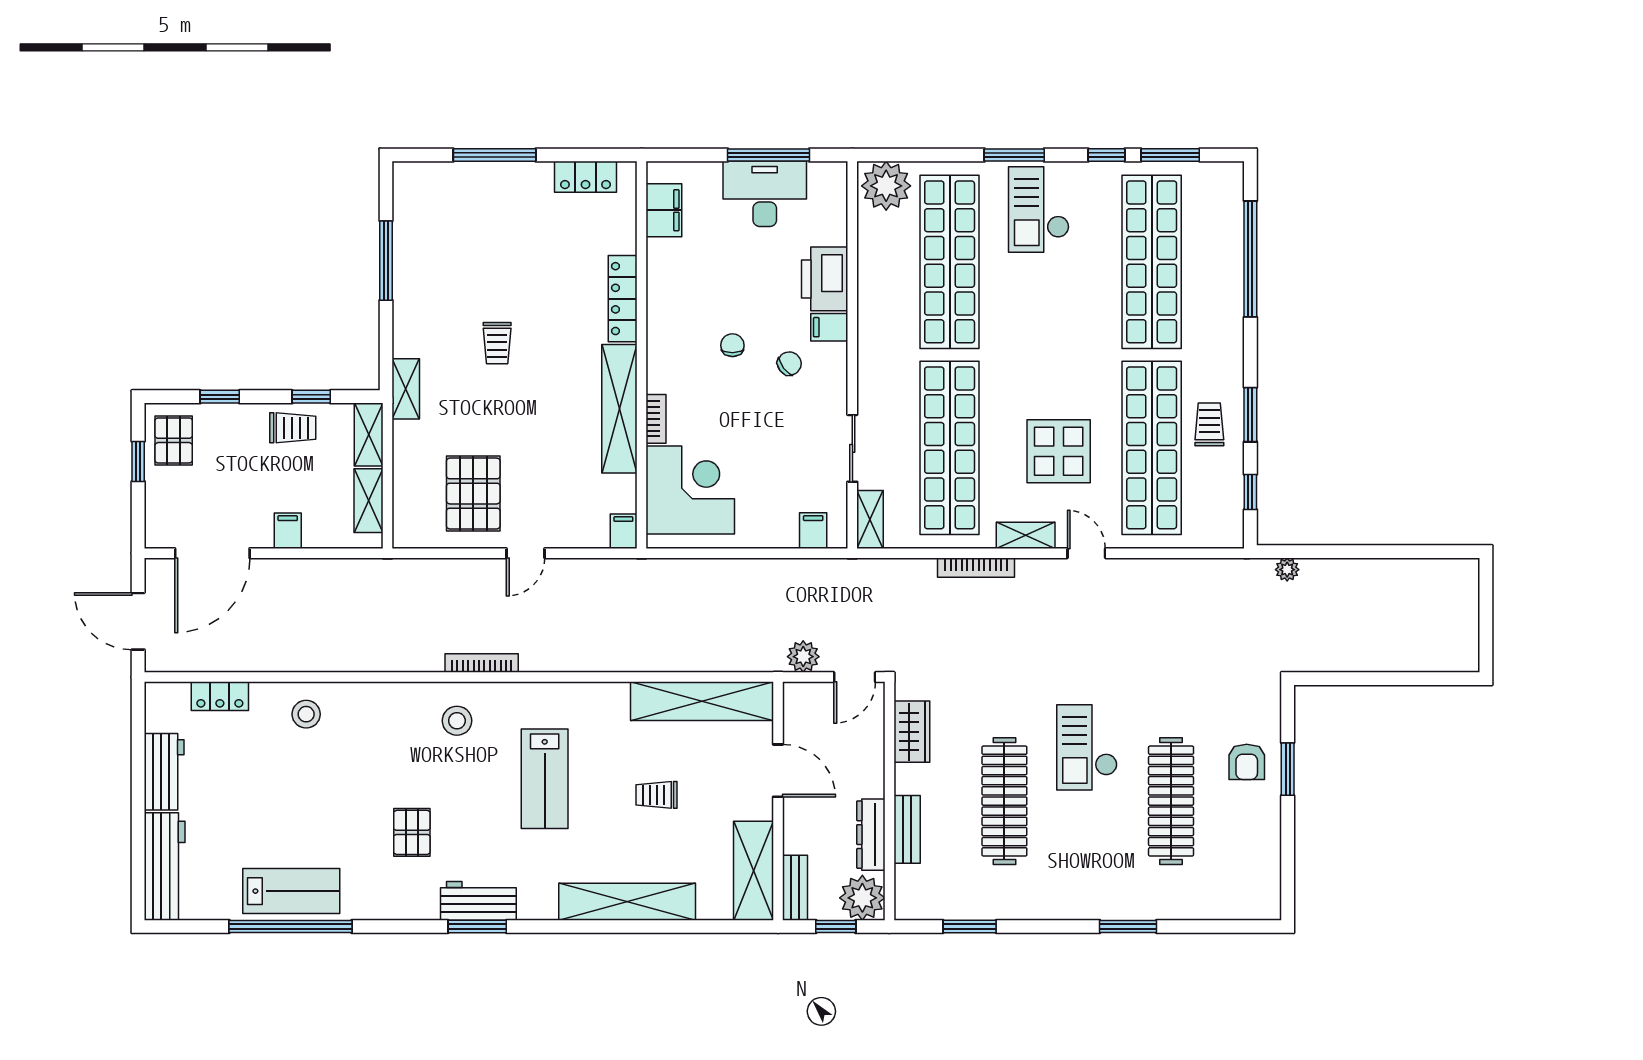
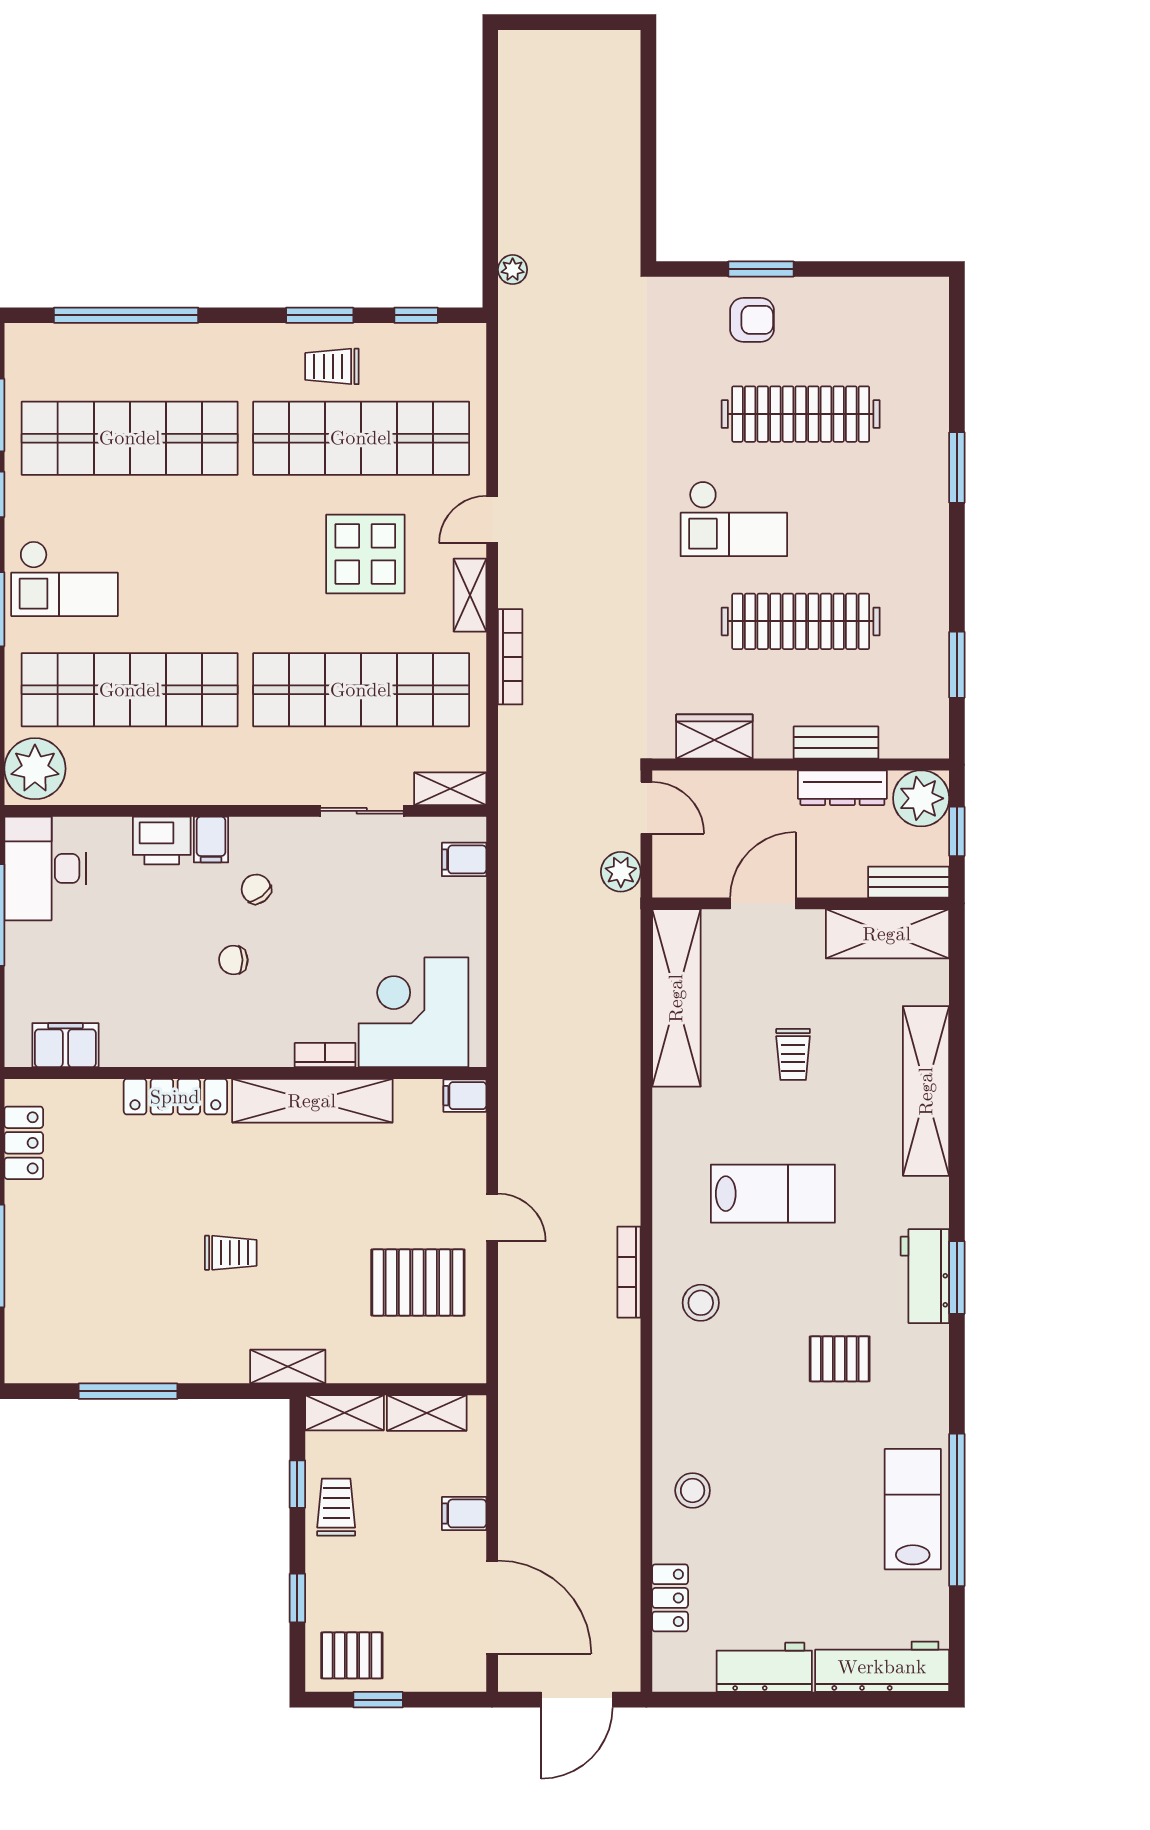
desk: (765, 194) -> (45, 868), moved
printer: (825, 279) -> (162, 841), width x0.73, depth x0.84

